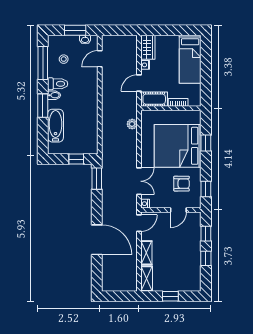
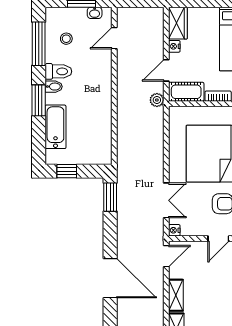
plant: (132, 124) -> (157, 100), moved
window: (76, 159) -> (67, 171), moved

